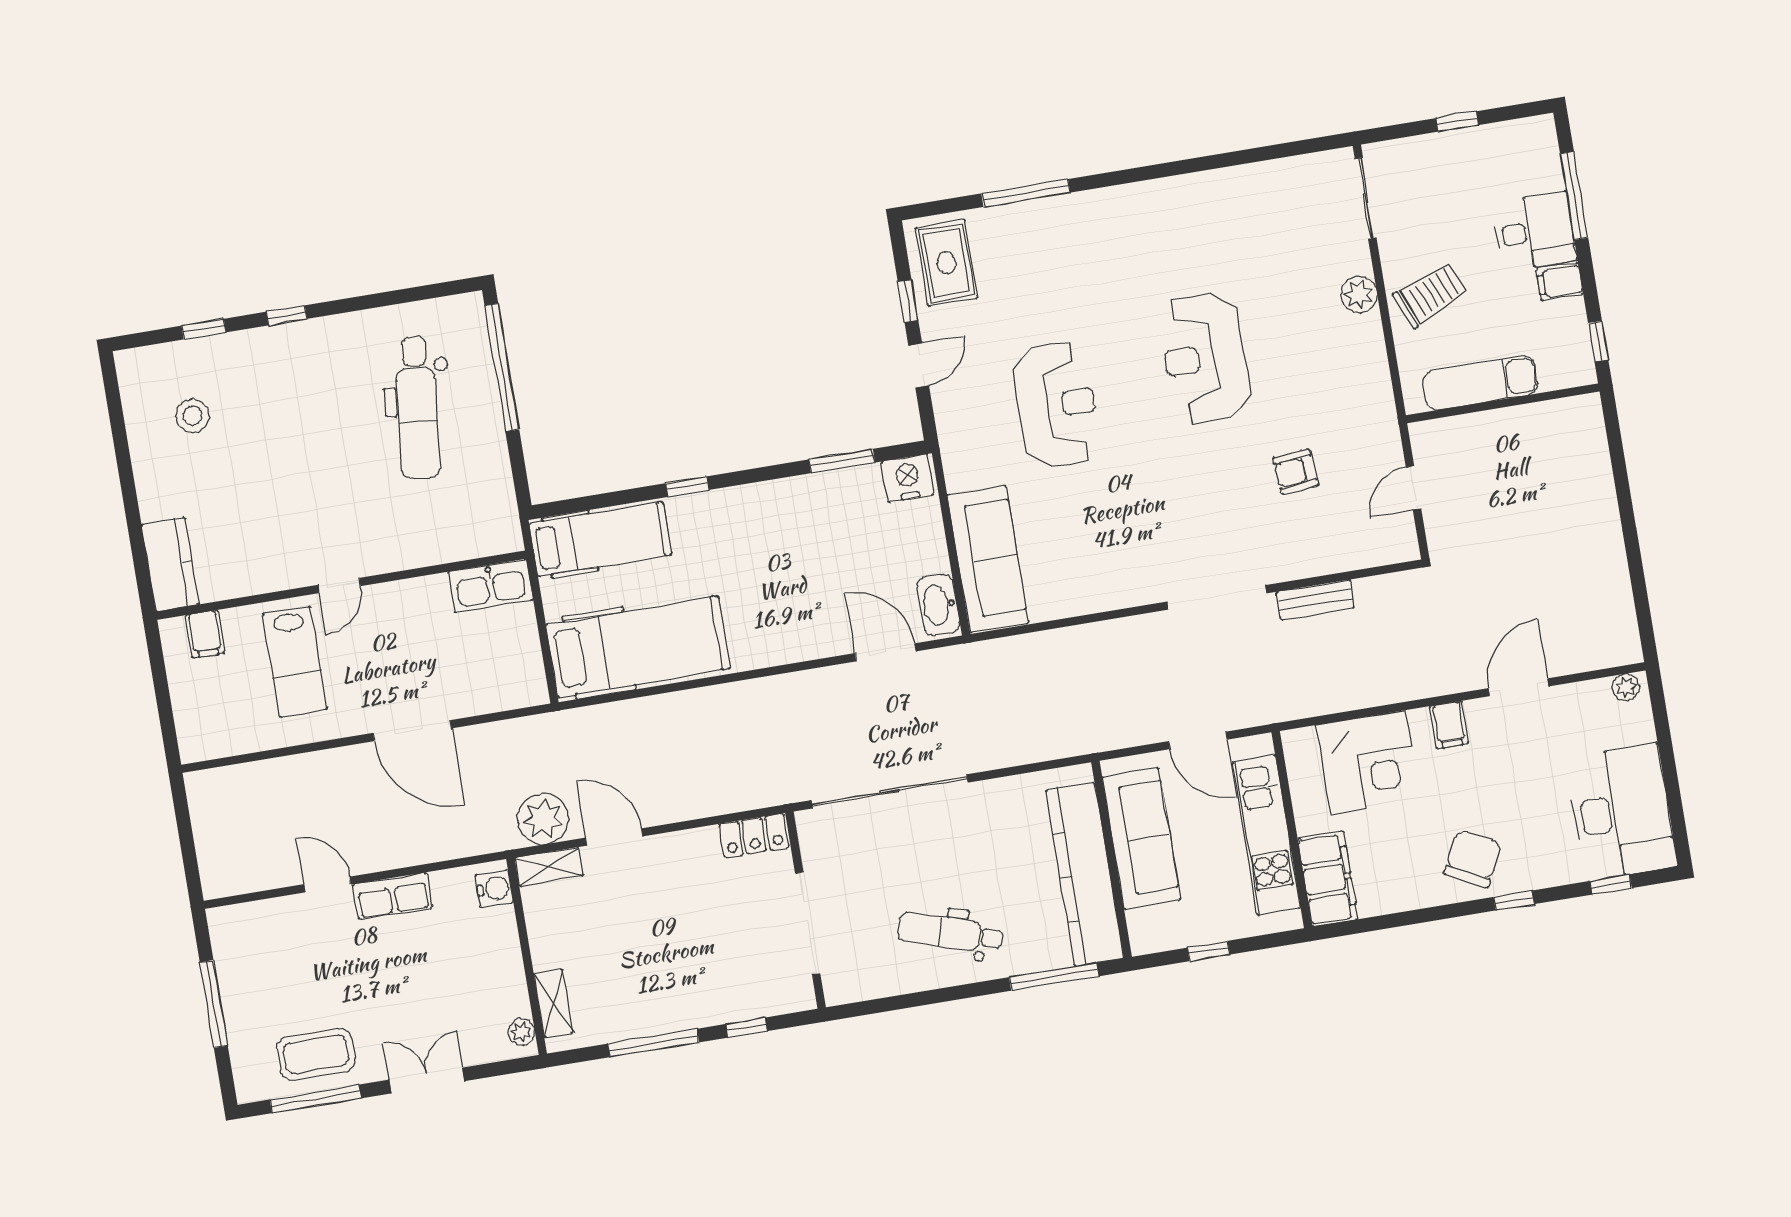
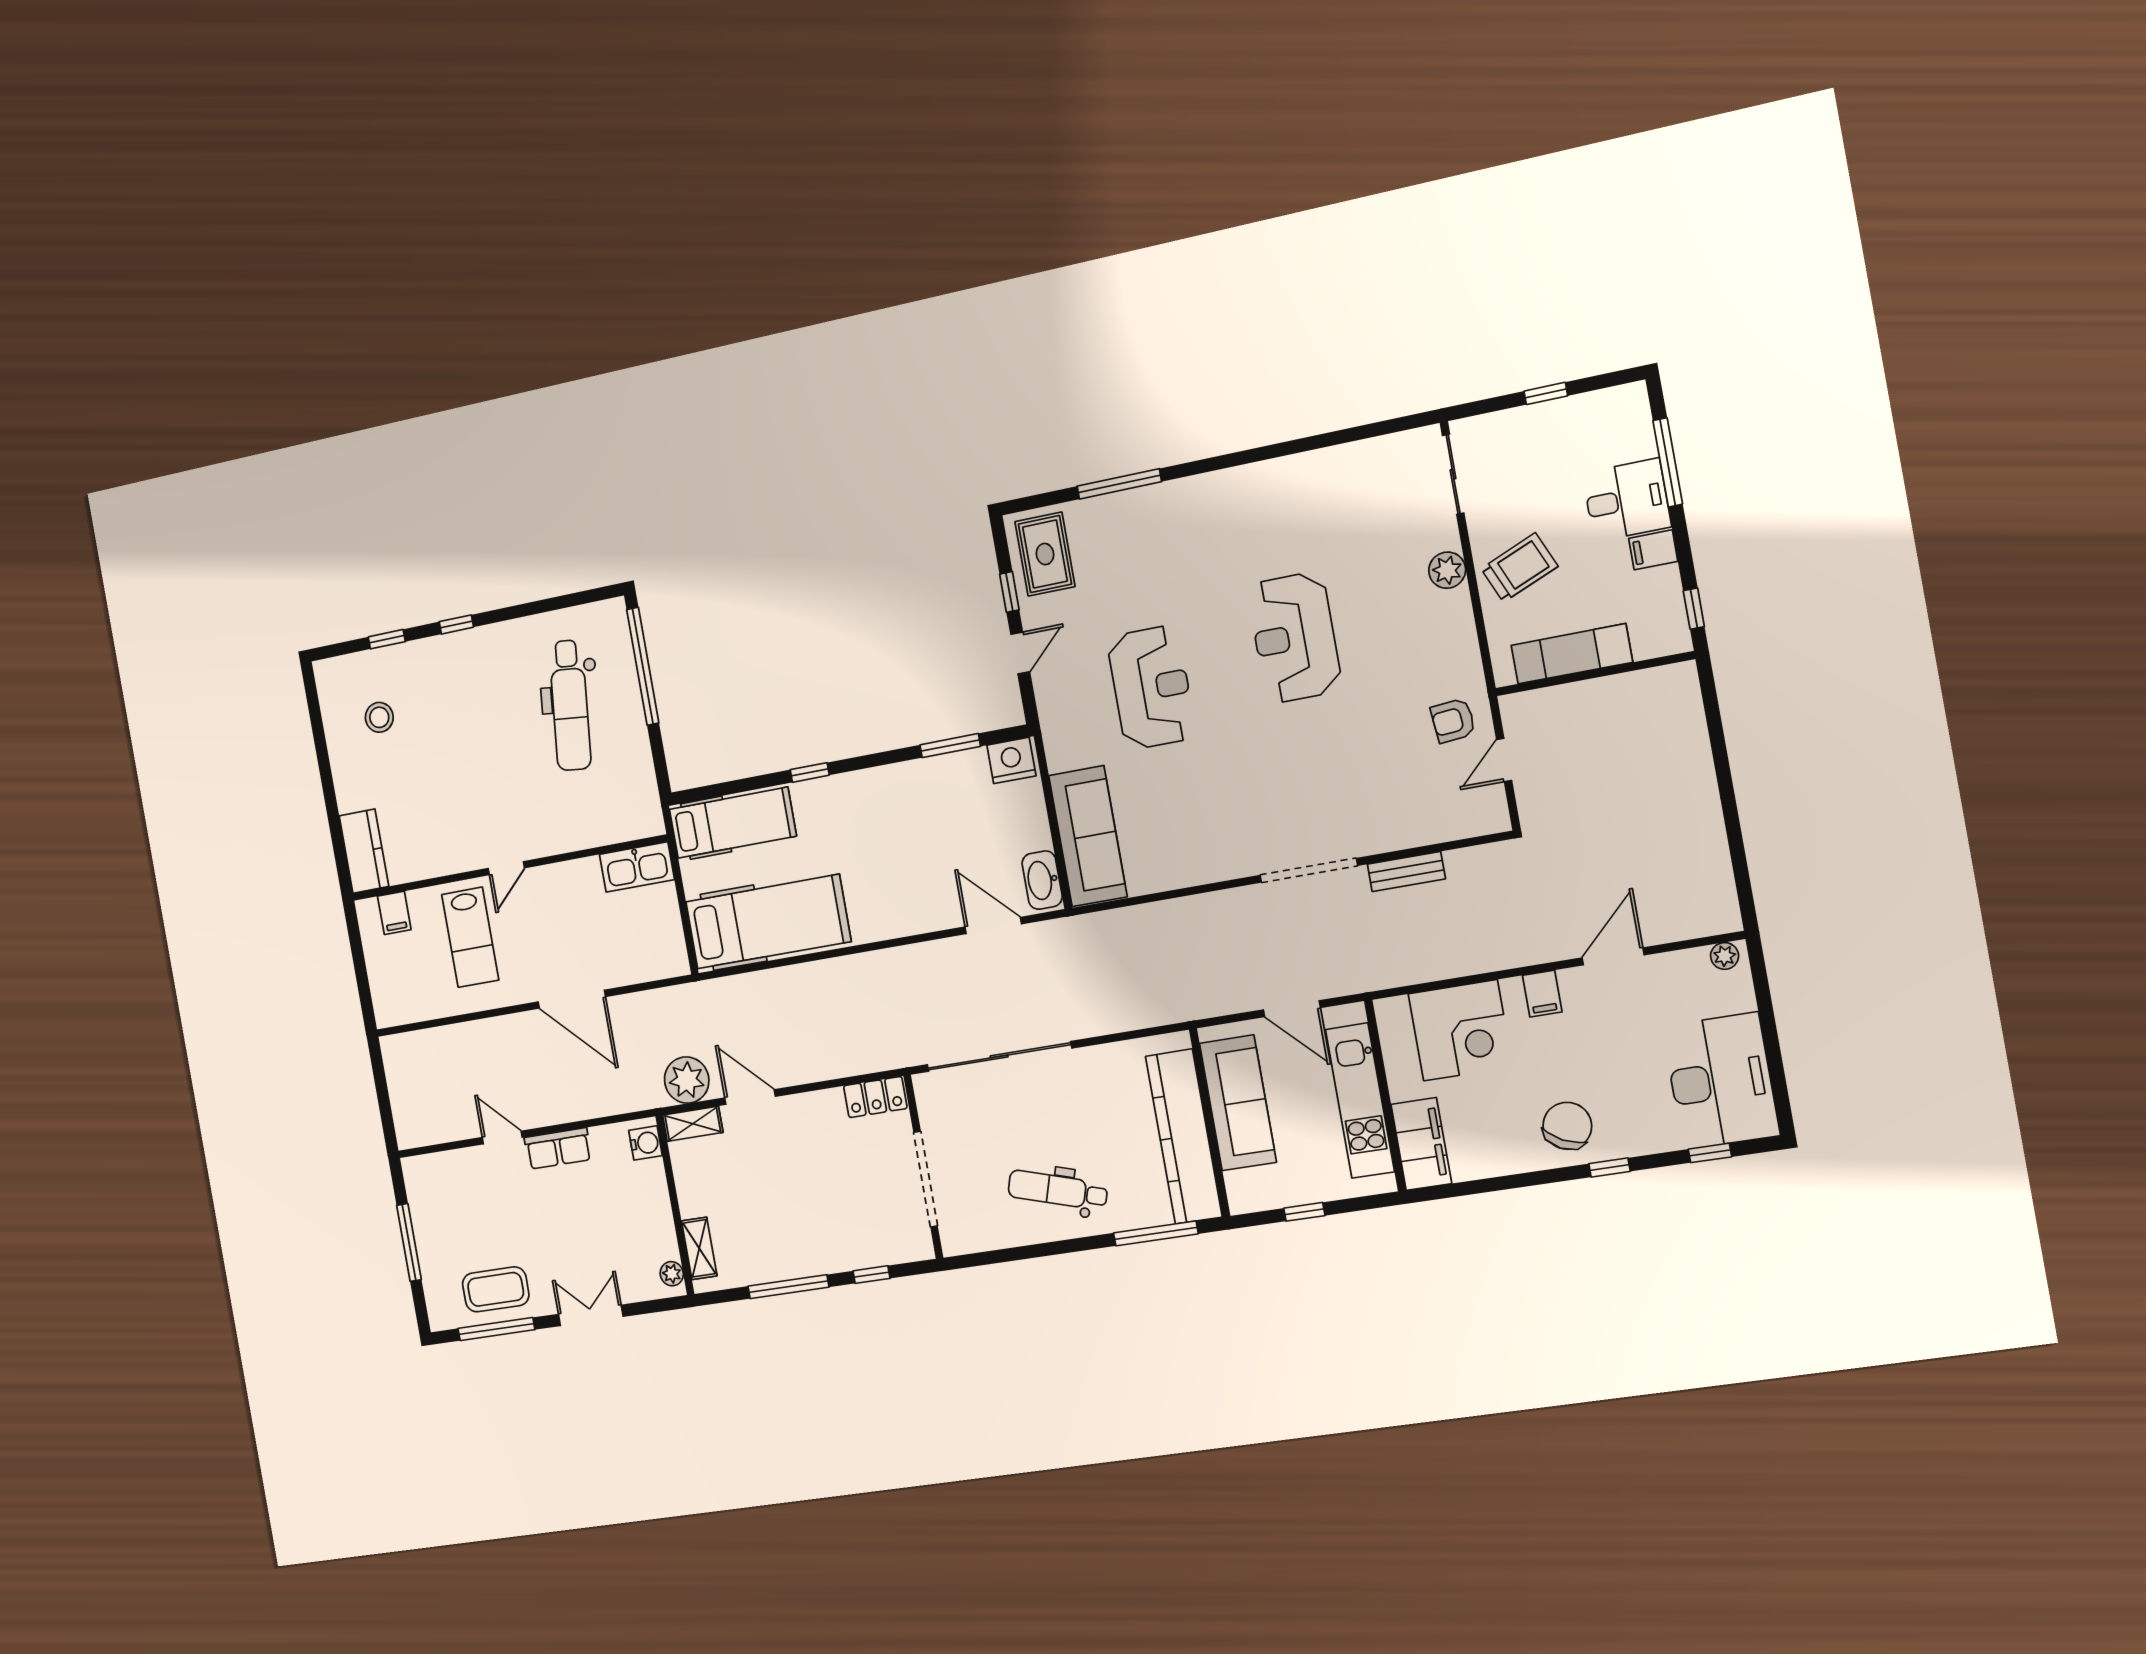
armchair: (1296, 472) -> (1453, 721), moved

